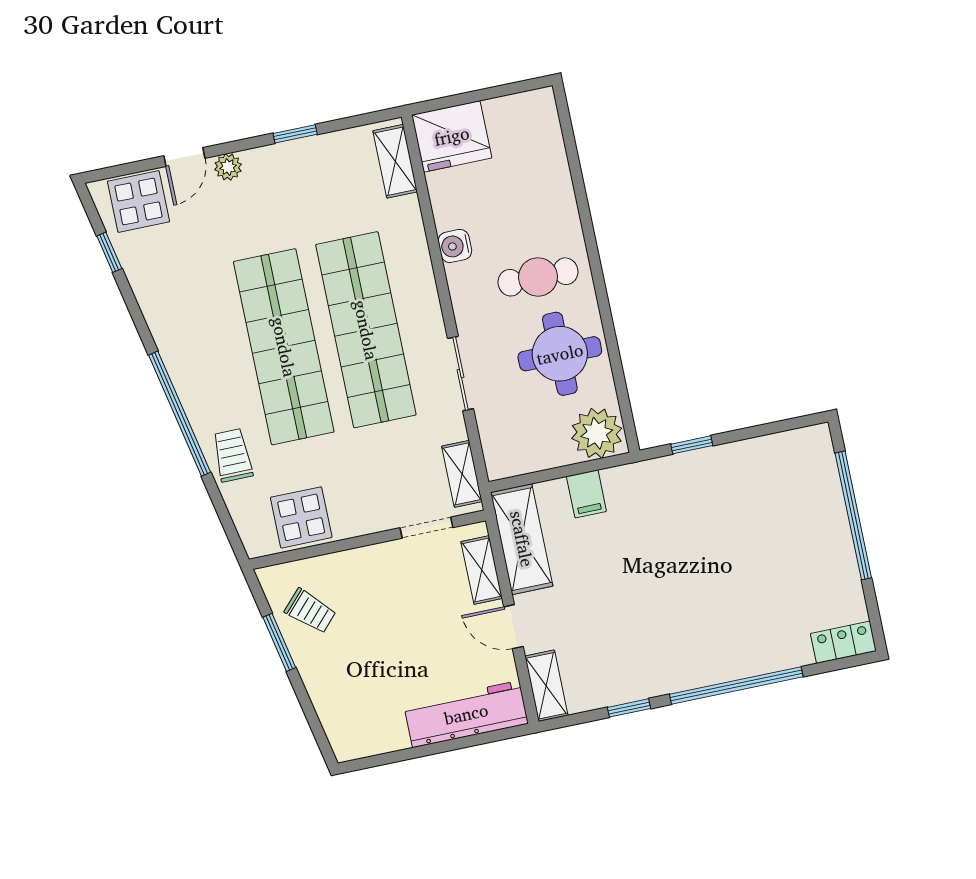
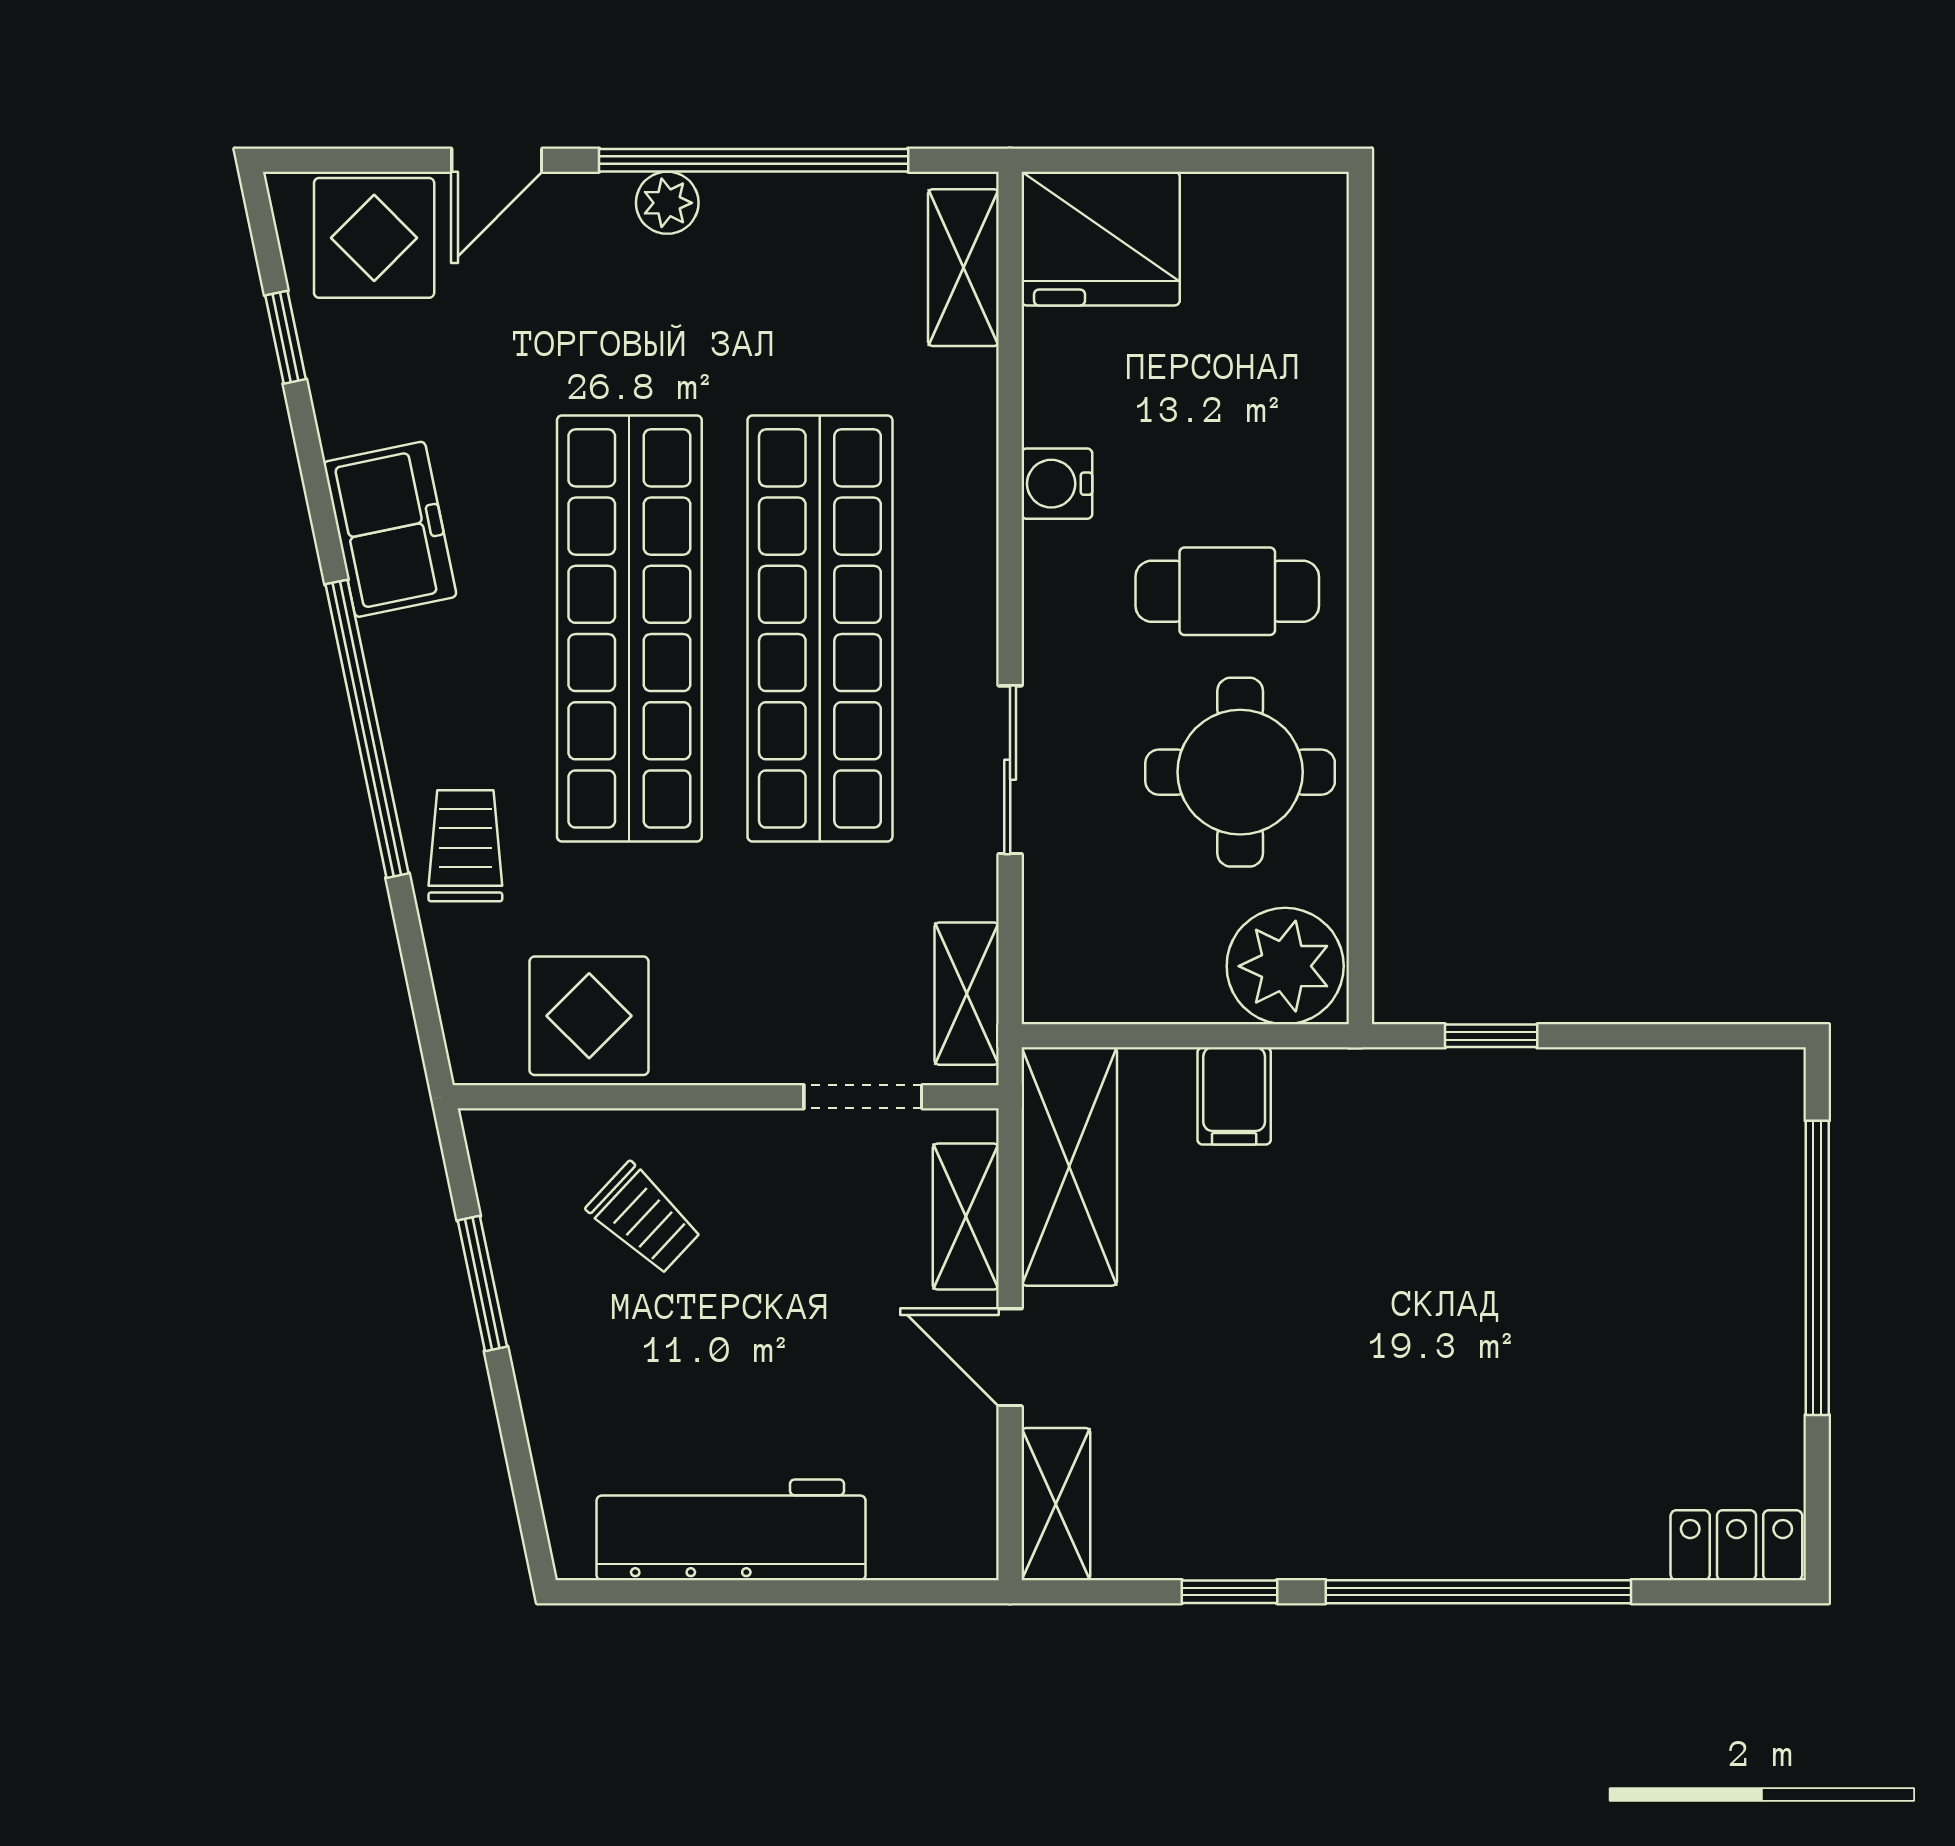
window: (295, 134) -> (754, 160), width x3.17
plant: (228, 167) -> (667, 203), moved
freezer: (172, 326) -> (390, 529), added
trolley: (310, 611) -> (644, 1219), moved
workbench: (466, 714) -> (731, 1530), moved

